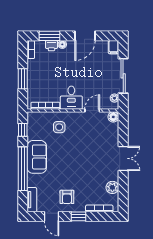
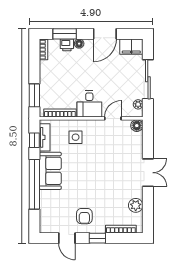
filing cabinet: (114, 47) -> (131, 47), width x2.00
window: (23, 79) -> (34, 95), moved
tv unit: (32, 200) -> (45, 137), moved

